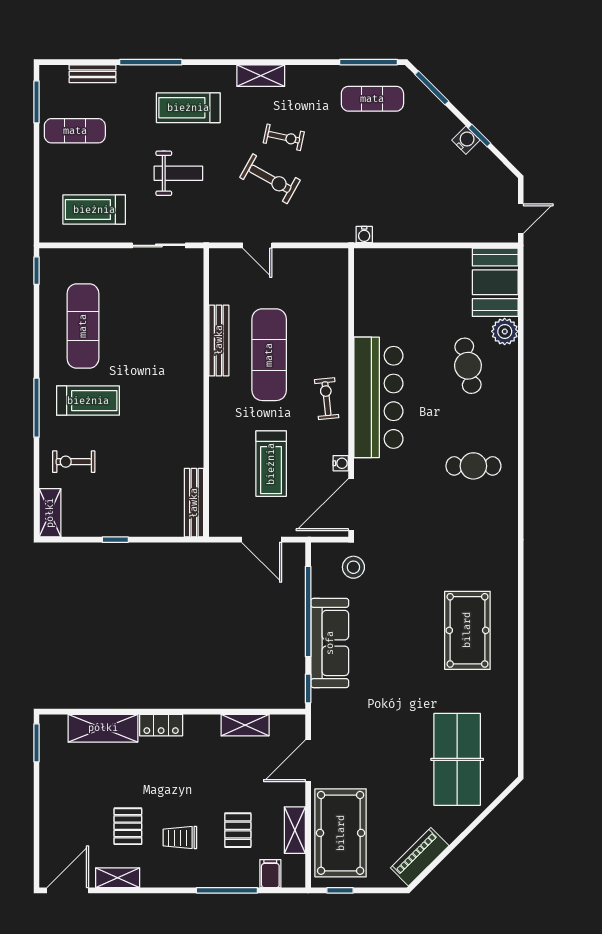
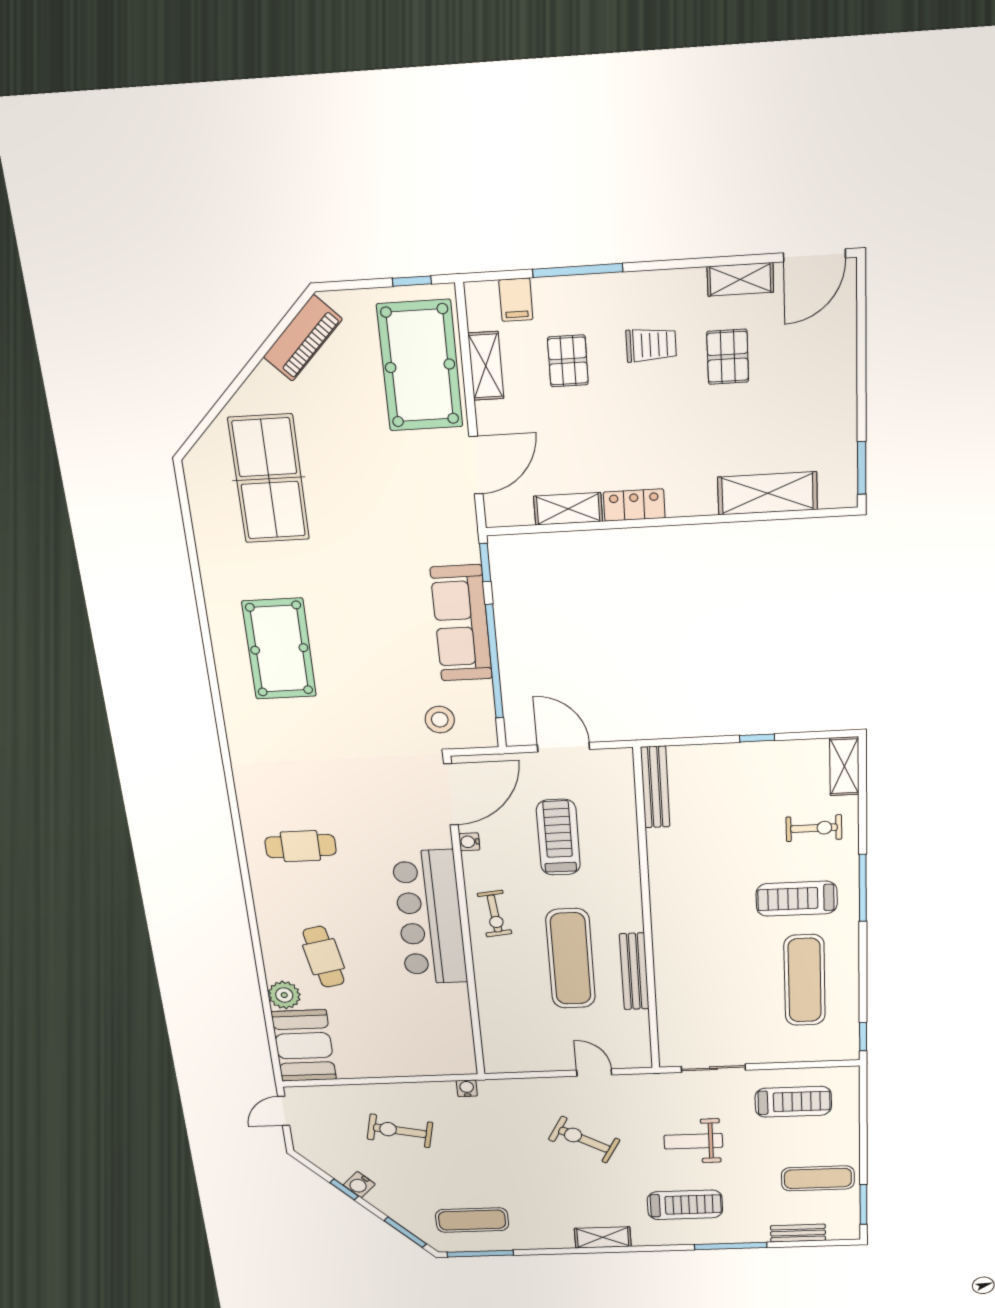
exercise bike: (284, 137) -> (400, 1131), moved, width x1.38, depth x1.39
locker: (161, 725) -> (634, 505), moved

